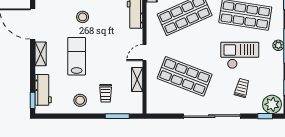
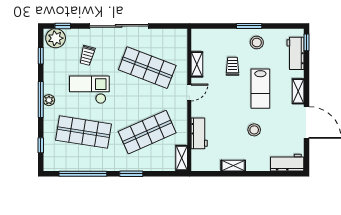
checkout: (240, 55) -> (89, 90), turned 180
trolley: (106, 93) -> (232, 66), moved
window: (117, 116) -> (249, 26), moved

